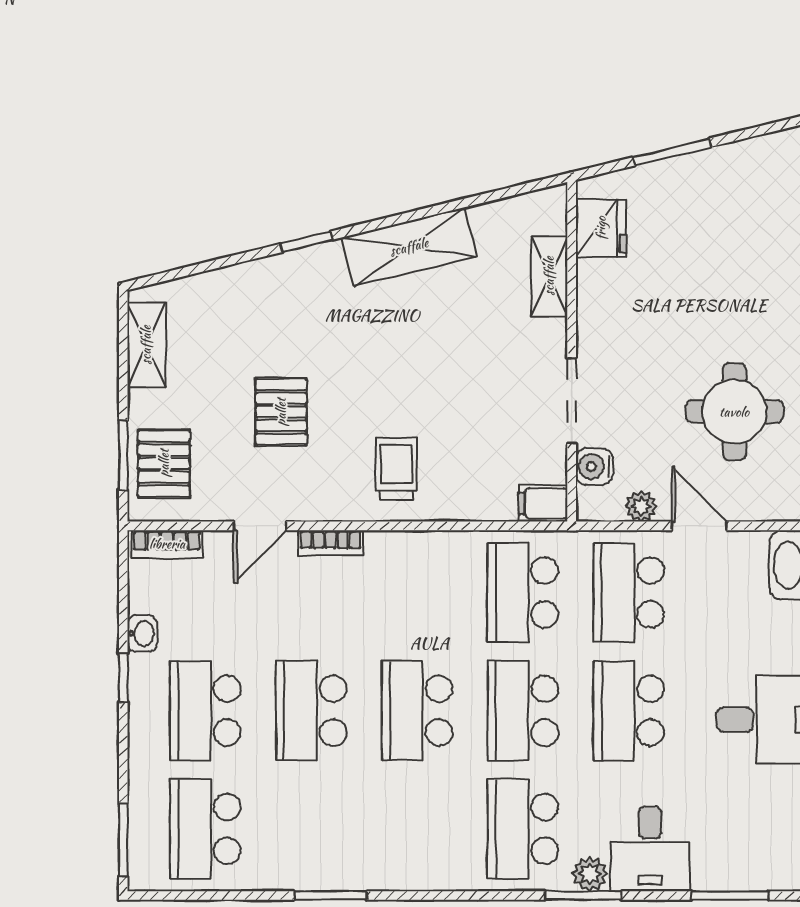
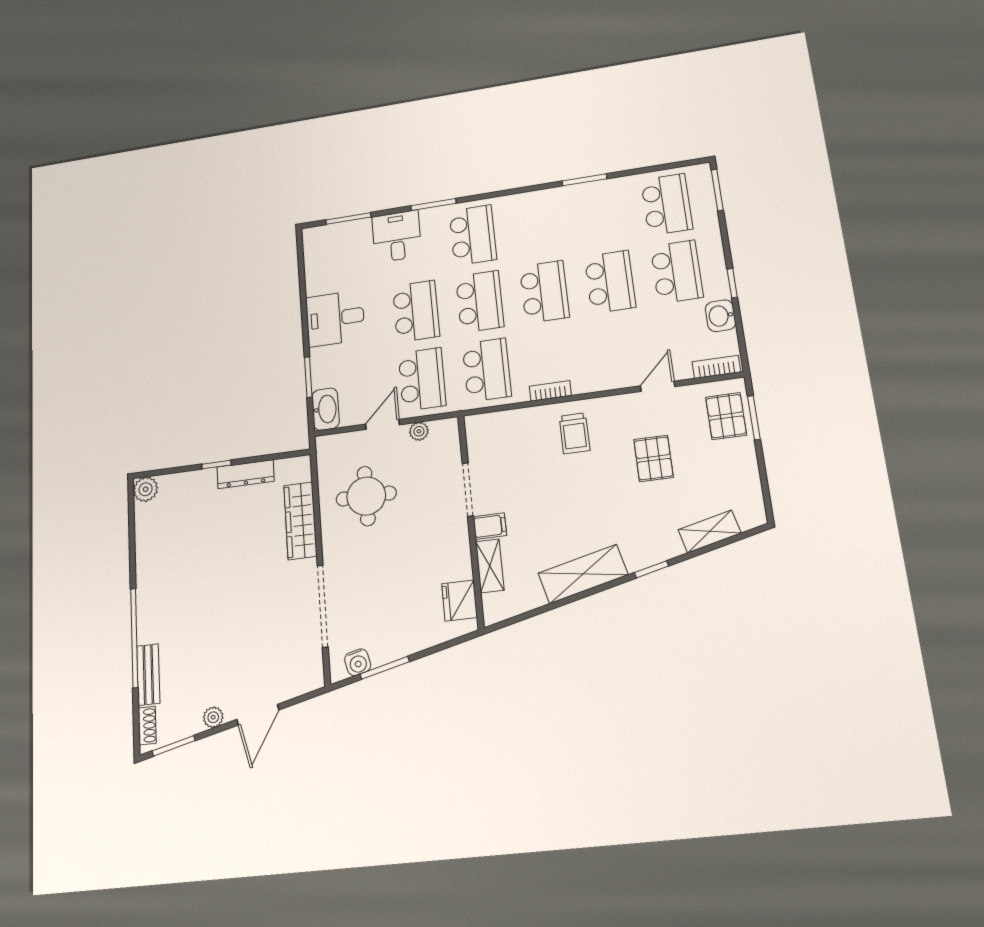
window: (672, 152) -> (385, 668), moved
shelving: (146, 345) -> (710, 531), moved, turned 76
water cooler: (594, 467) -> (358, 662), moved, turned 76
filing cabinet: (543, 503) -> (490, 526), moved
door: (699, 526) -> (382, 424), swing flipped
bookcase: (331, 543) -> (550, 391), moved
washbasin: (142, 634) -> (721, 316), width x1.38, depth x1.45
plant: (590, 874) -> (431, 217), removed

